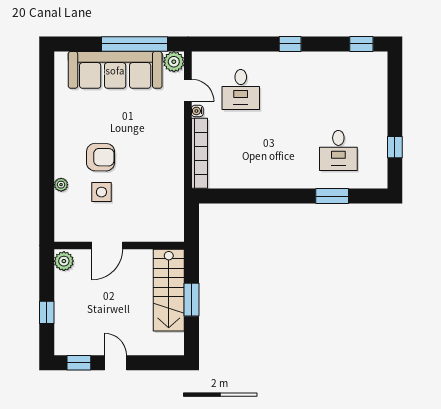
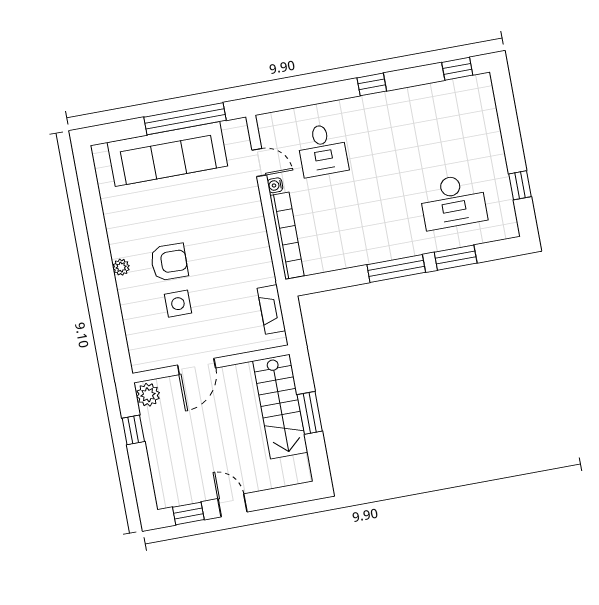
plant: (174, 62) -> (236, 131), removed
desk: (338, 150) -> (453, 202), width x1.37
plant: (61, 185) -> (121, 267), moved
window: (283, 196) -> (396, 269), added
fireplace: (176, 211) -> (271, 309), added
window: (47, 312) -> (133, 430), moved

